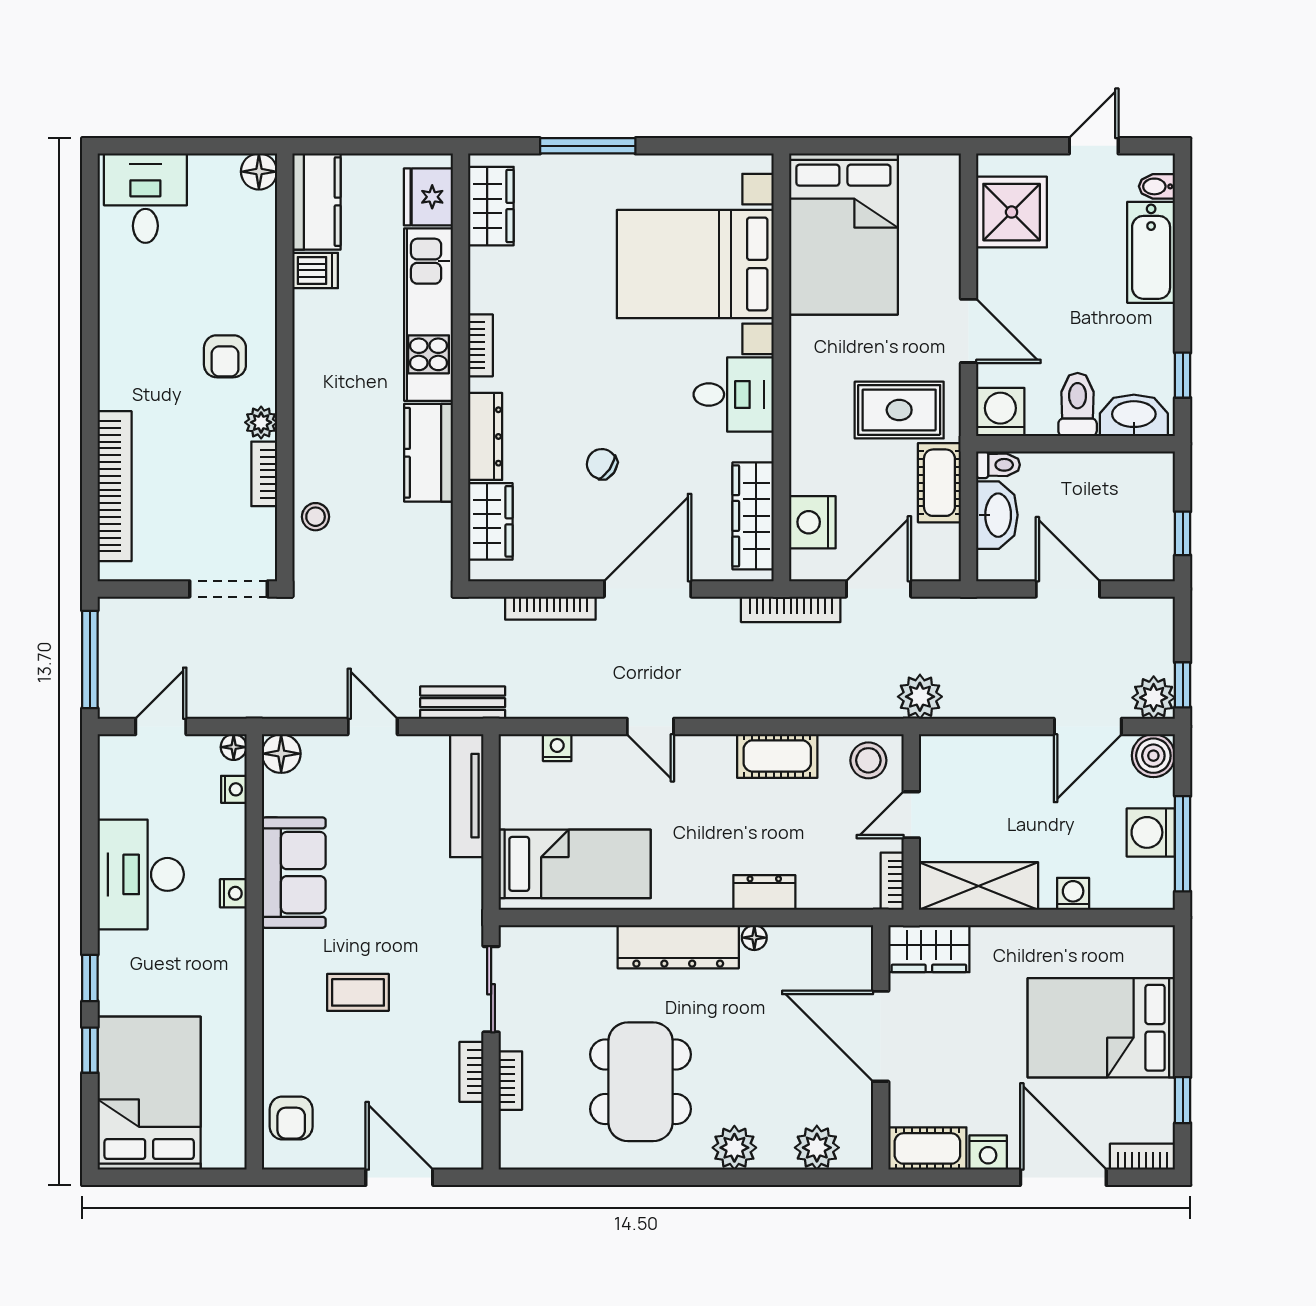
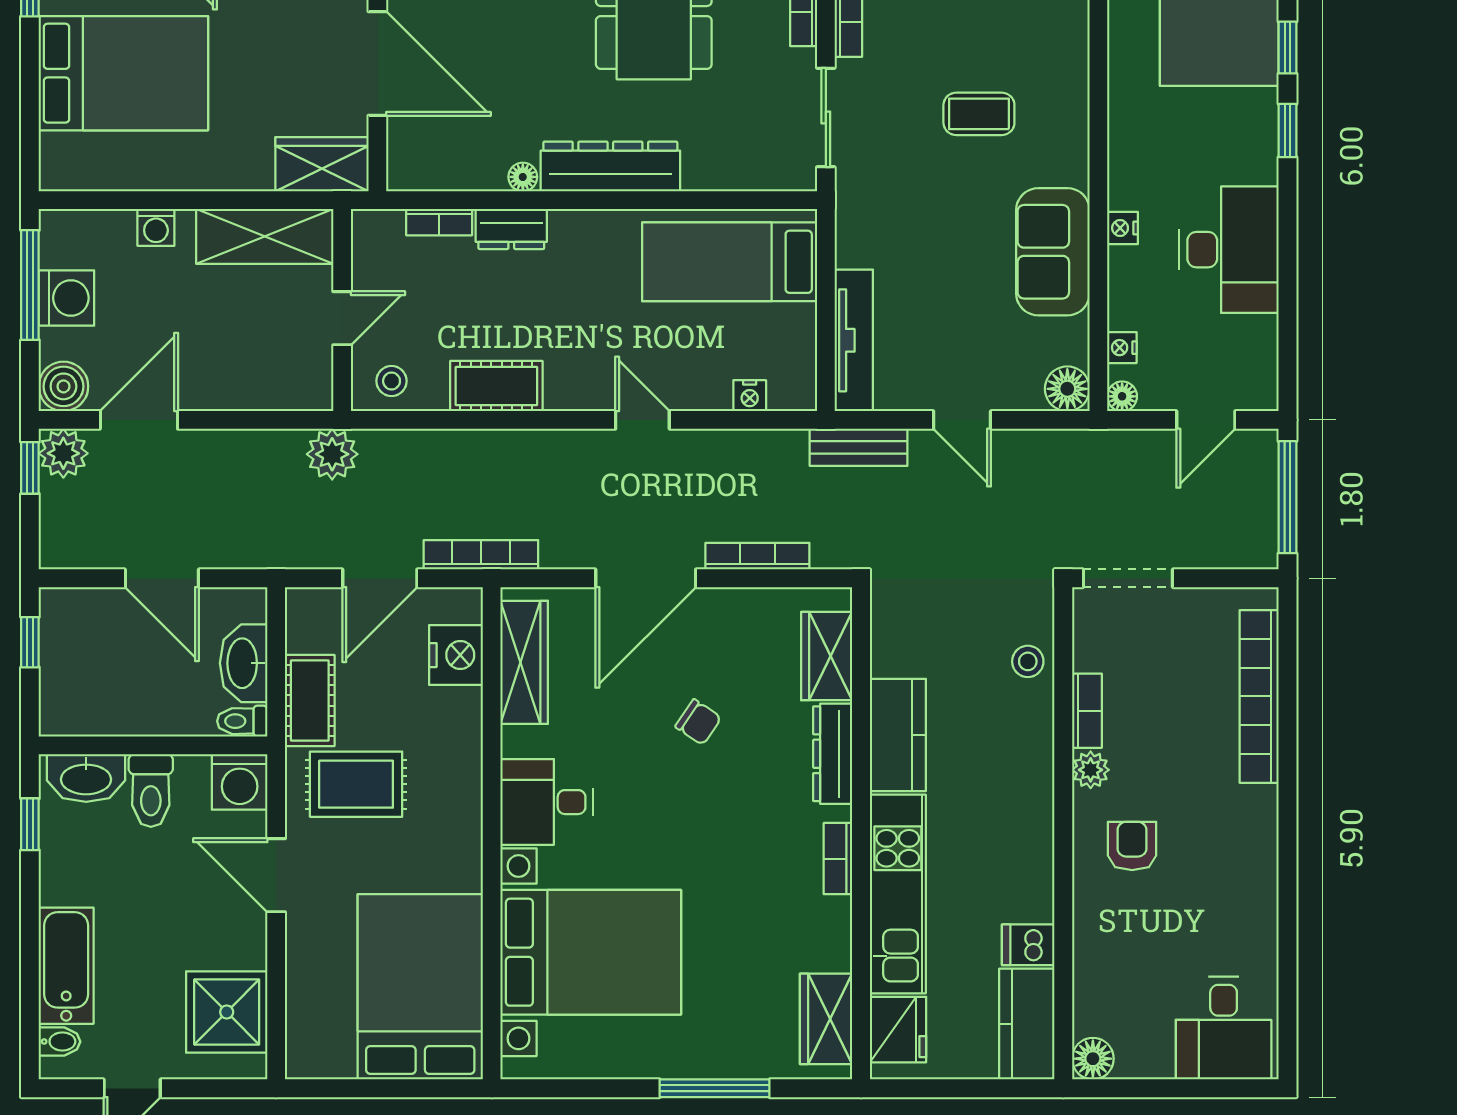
stool: (868, 760) -> (392, 381), width x0.73, depth x0.73
bookcase: (892, 881) -> (439, 222), moved, turned 90

